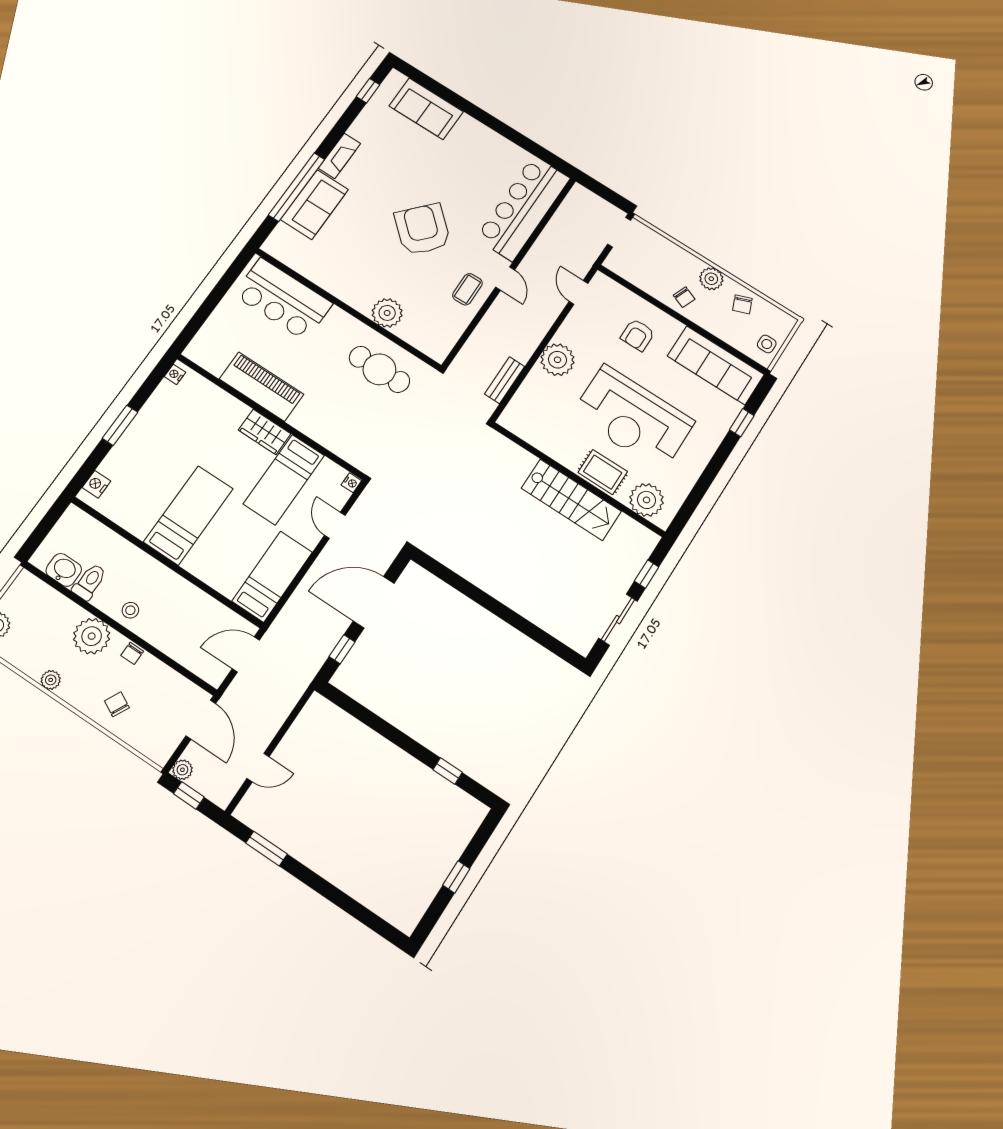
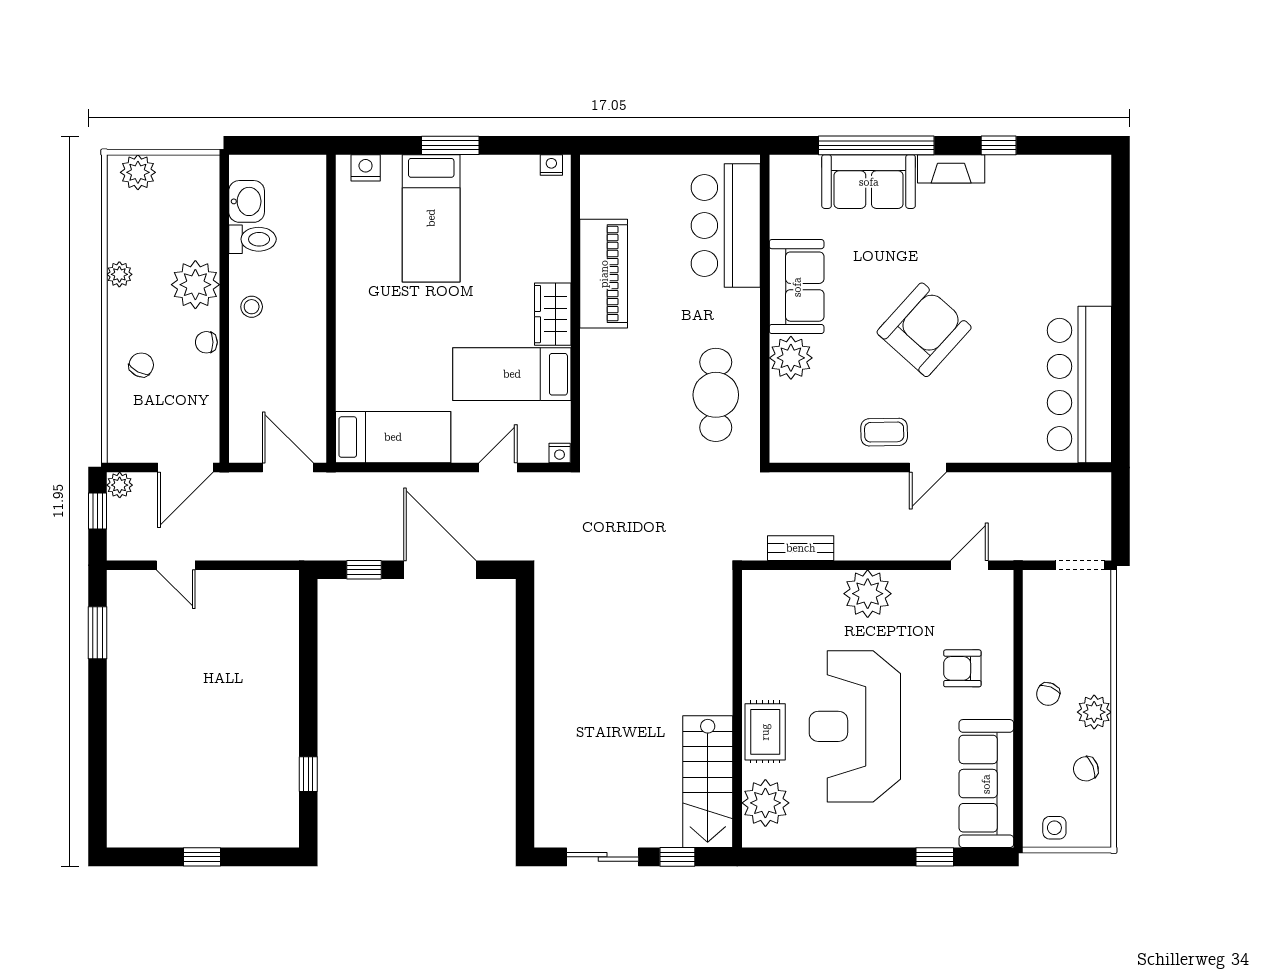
window: (368, 91) -> (999, 145), moved
sofa: (426, 109) -> (797, 287), moved, turned 180
bar counter: (523, 208) -> (1079, 384), moved, turned -90
stairs: (571, 500) -> (708, 782), moved
bed: (188, 515) -> (431, 218), moved, turned 90

